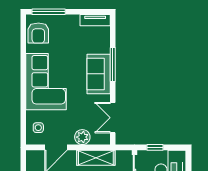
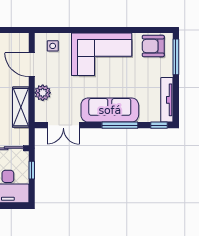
tv unit: (95, 20) -> (167, 100), width x1.41
window: (113, 28) -> (159, 125), added
sofa: (99, 74) -> (110, 110), width x1.36
double door: (113, 118) -> (63, 125), swing flipped

